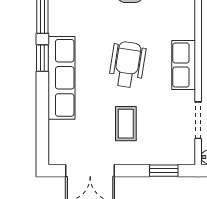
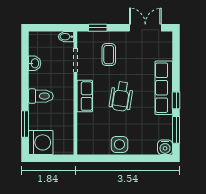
coffee table: (126, 124) -> (109, 55), moved

